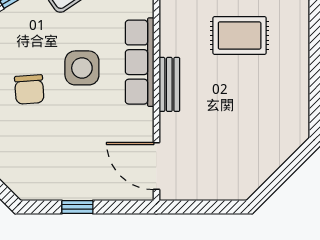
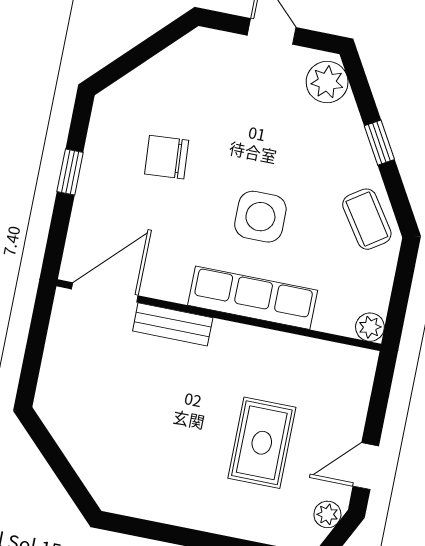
bench: (169, 84) -> (173, 324), moved
chair: (29, 89) -> (167, 157), moved

